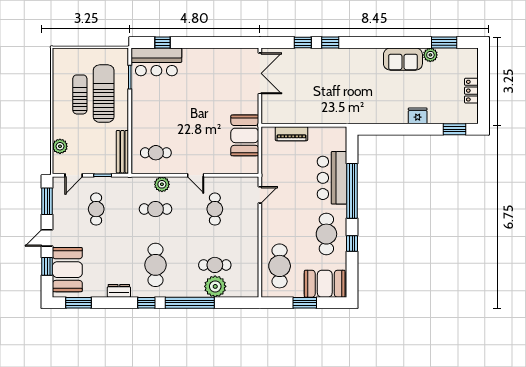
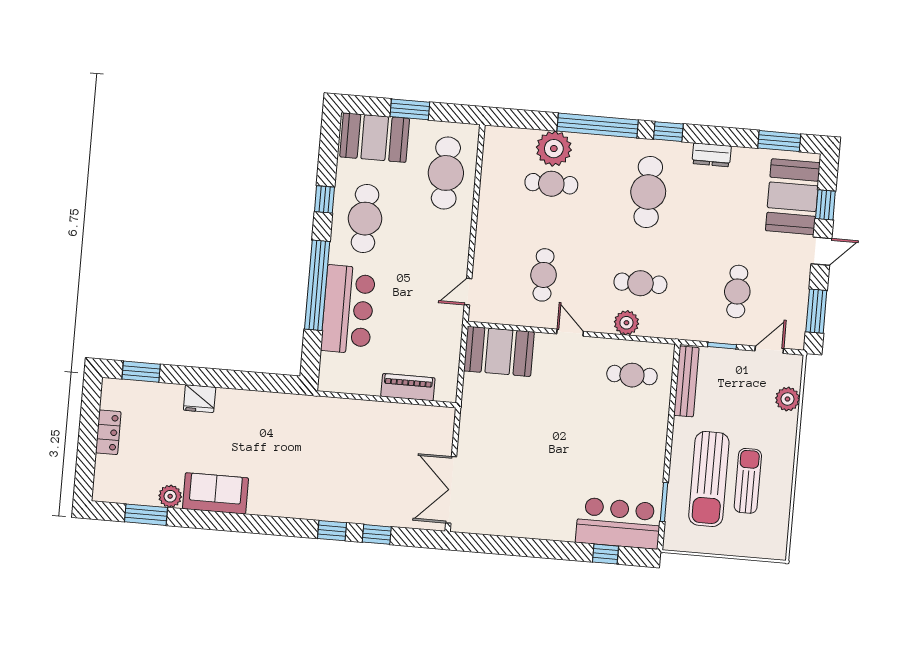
sun lounger: (80, 94) -> (748, 481), turned 180
booth: (245, 135) -> (499, 351), moved, turned 90

